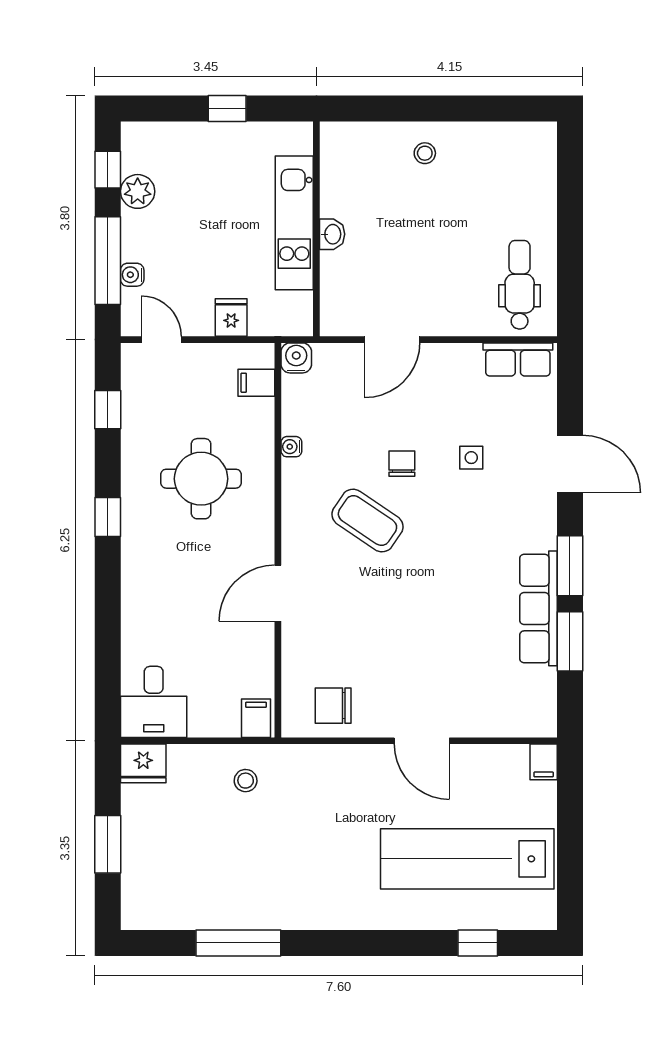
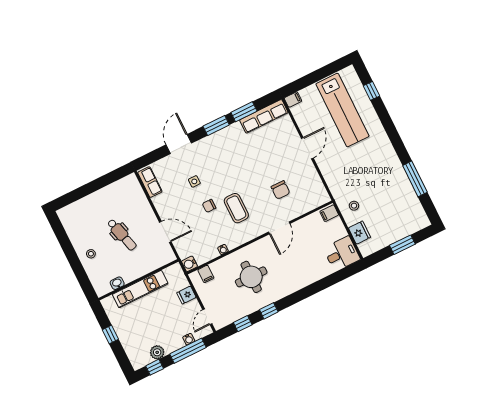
washbasin: (332, 234) -> (117, 283), moved
dental chair: (520, 285) -> (122, 235), moved, turned -105
window: (108, 517) -> (269, 311), moved
coffee table: (367, 521) -> (236, 208), turned -34
door: (278, 593) -> (279, 228), hinge flipped
row of seats: (538, 608) -> (264, 116), moved
chair: (333, 706) -> (280, 190), moved
fridge: (143, 763) -> (359, 233), moved

